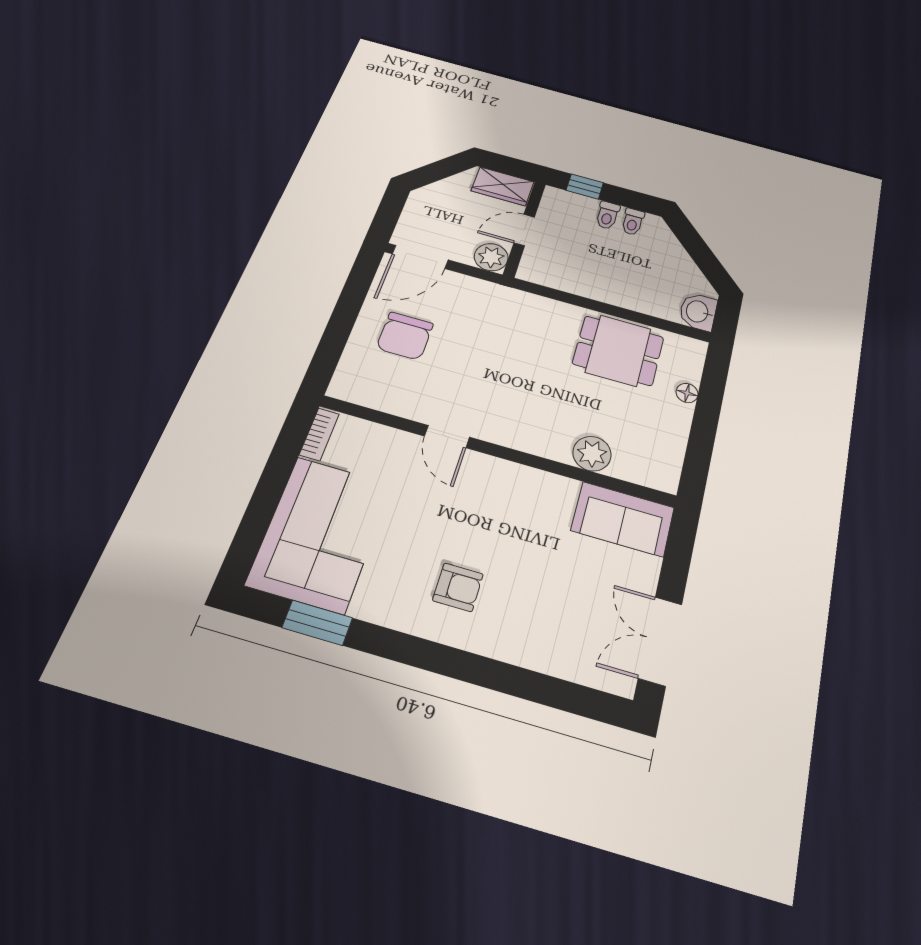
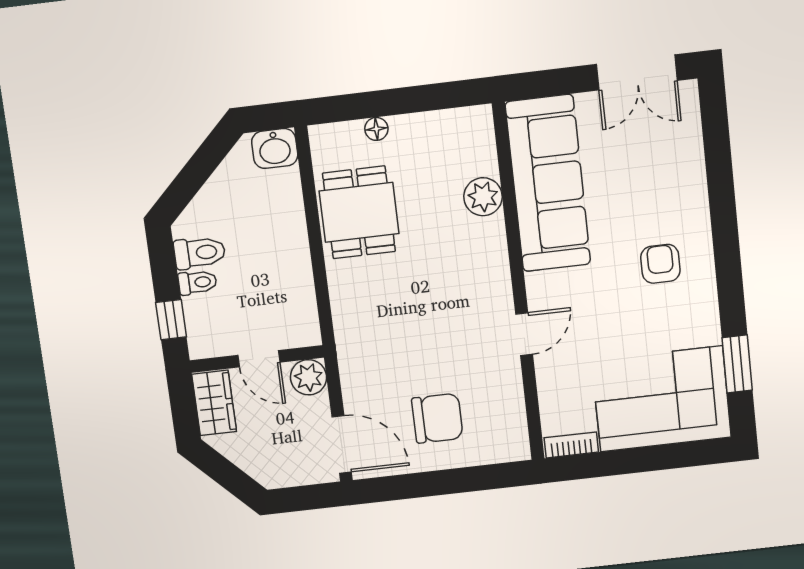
toilet: (633, 222) -> (200, 253), width x1.37, depth x1.39
sofa: (623, 519) -> (548, 183), width x1.85, depth x1.27

